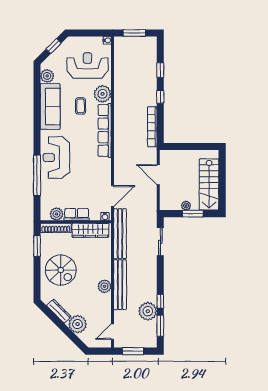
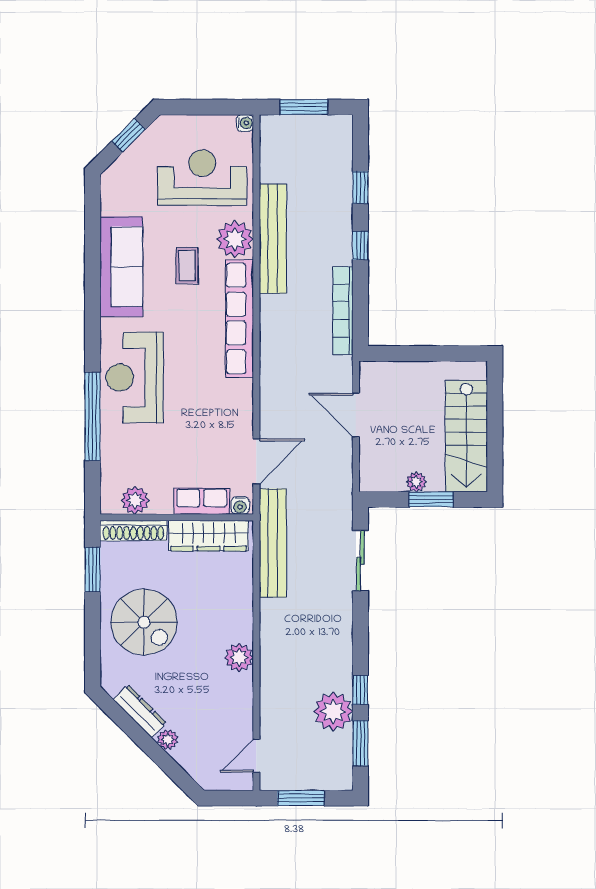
plant: (47, 76) -> (115, 200), removed
row of seats: (77, 214) -> (202, 501), moved
bench: (120, 285) -> (273, 239), moved
plant: (78, 324) -> (168, 740), width x0.53, depth x0.53

